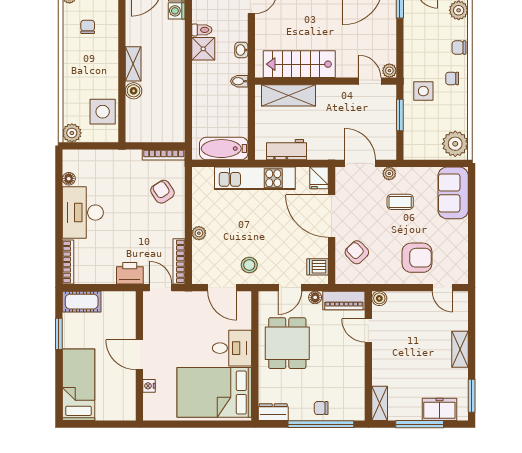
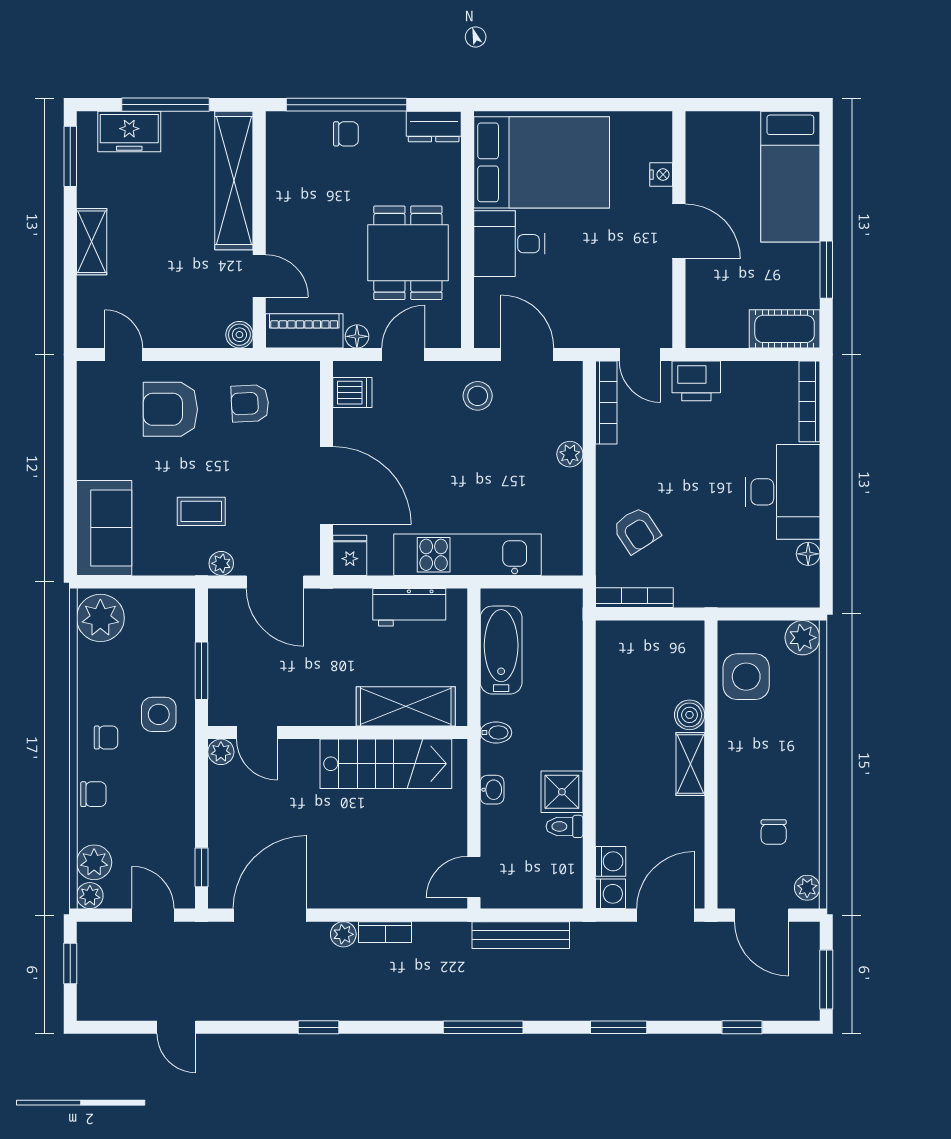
bathtub: (224, 149) -> (501, 650), moved, turned -90
armchair: (357, 252) -> (250, 403), moved, turned 131
shelving: (380, 403) -> (234, 181), width x2.20, depth x1.33

